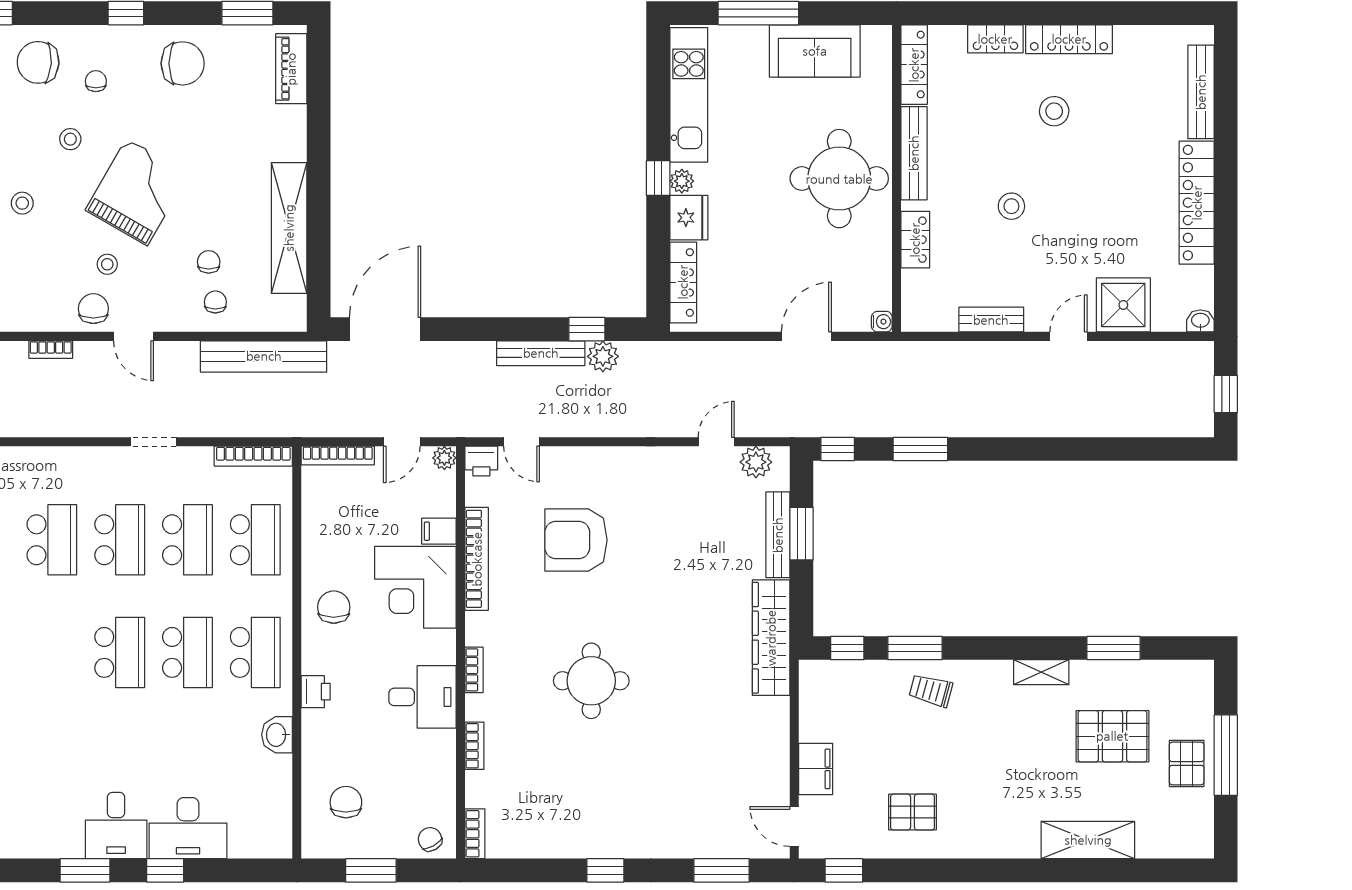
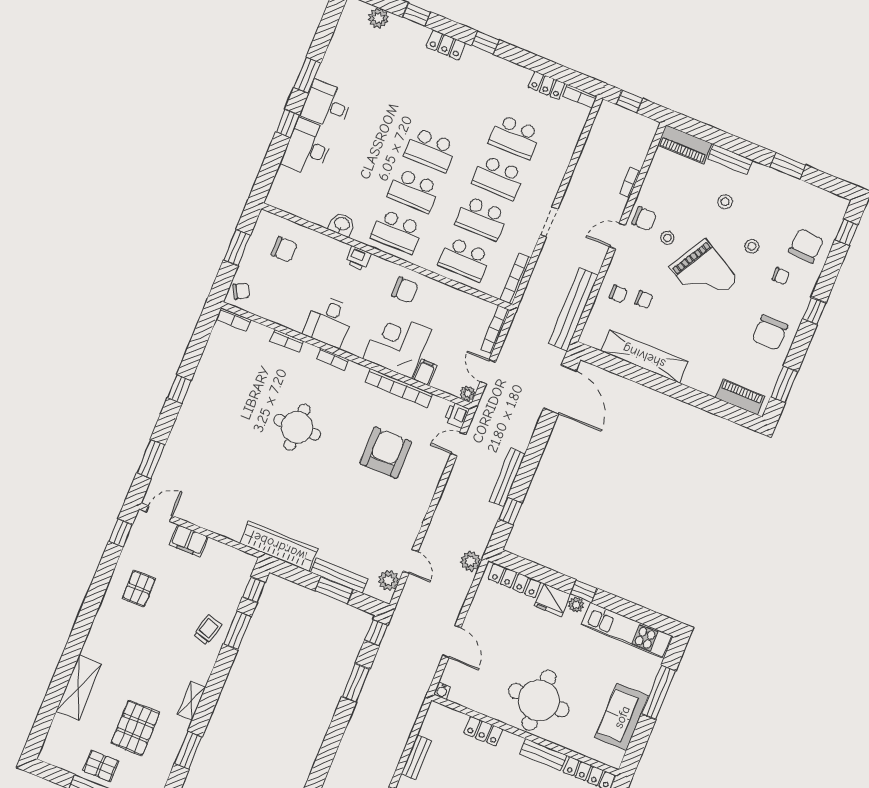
bench: (914, 153) -> (543, 755), width x0.73
plant: (603, 356) -> (471, 561), moved

